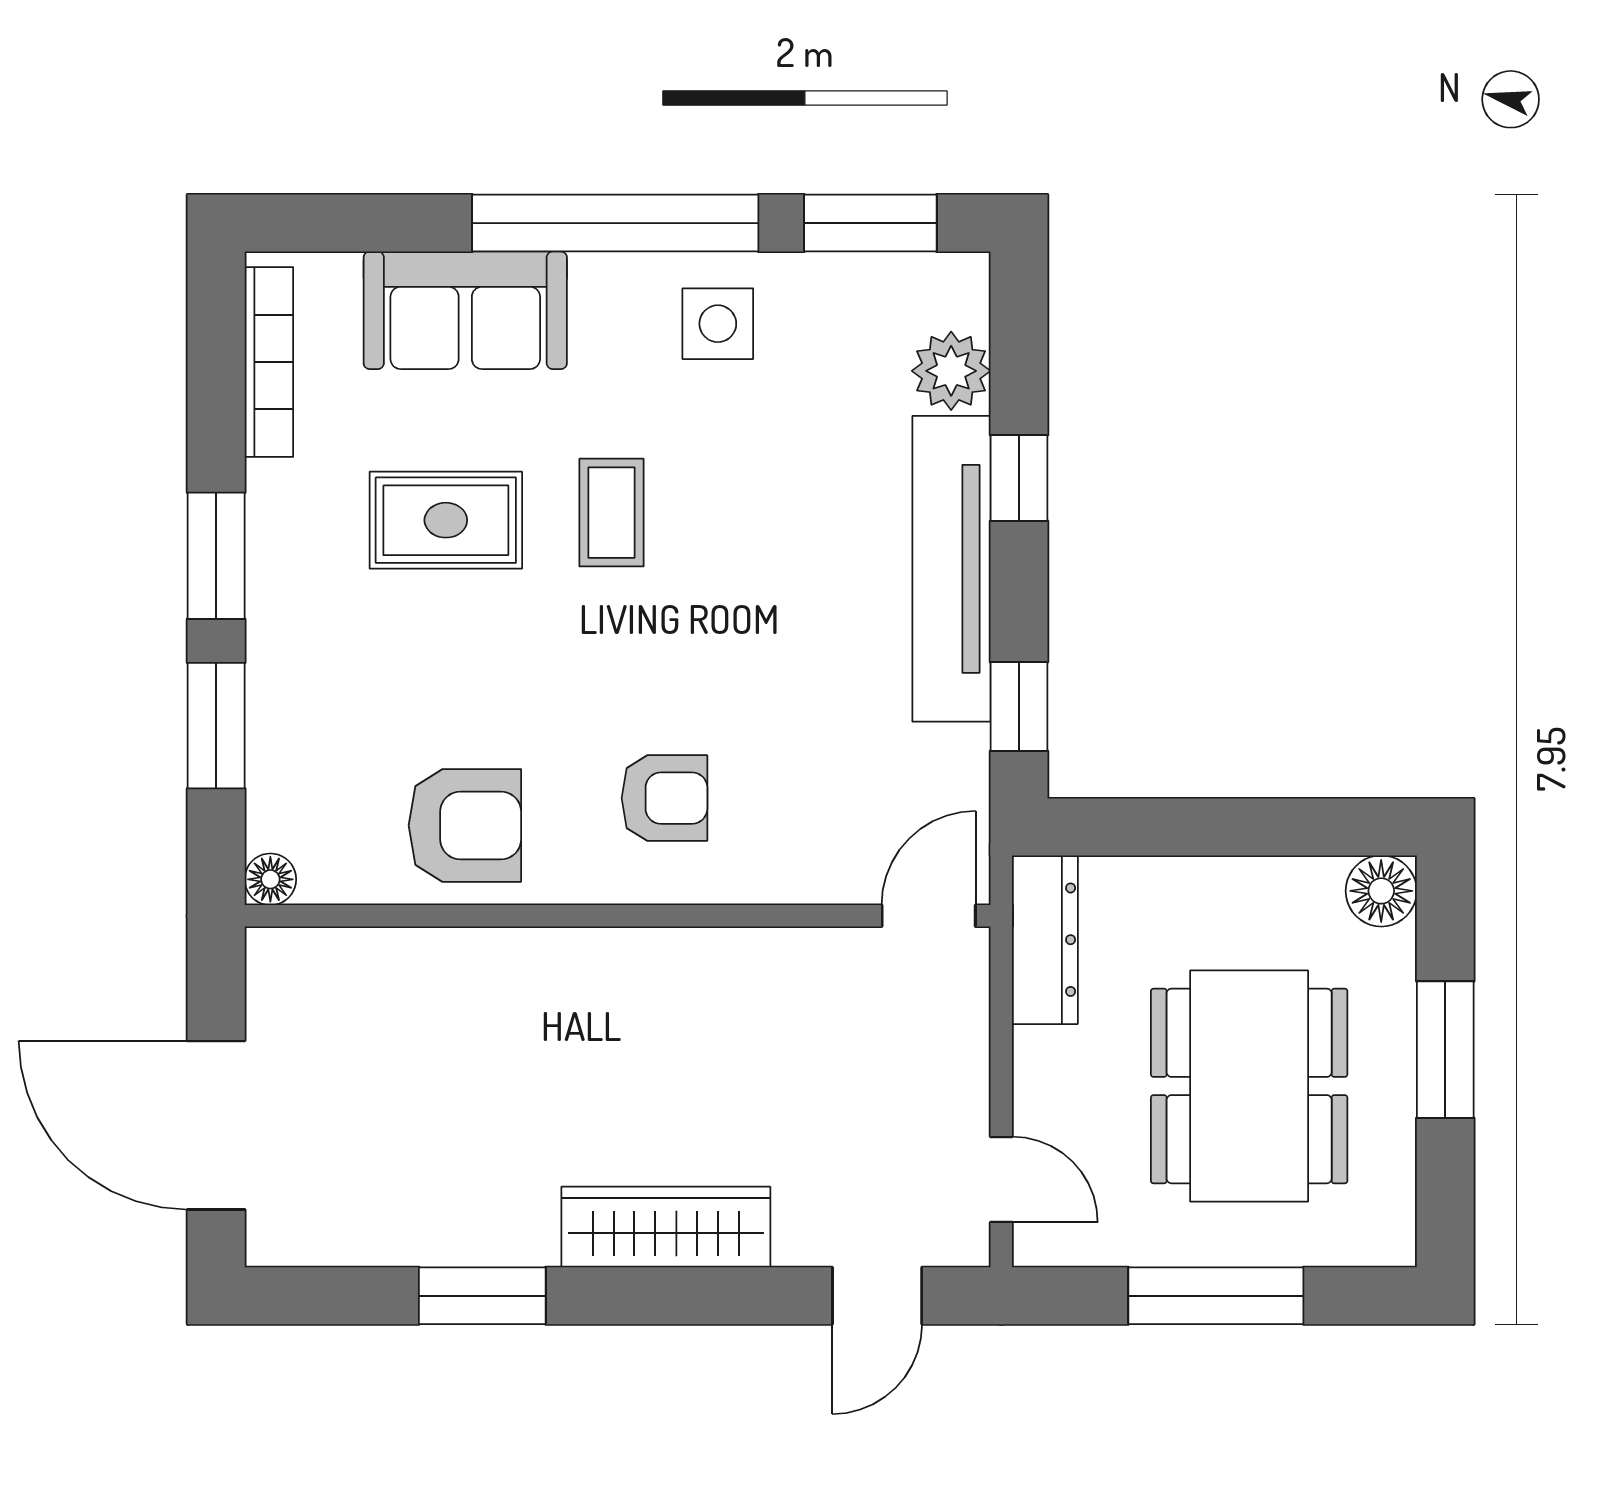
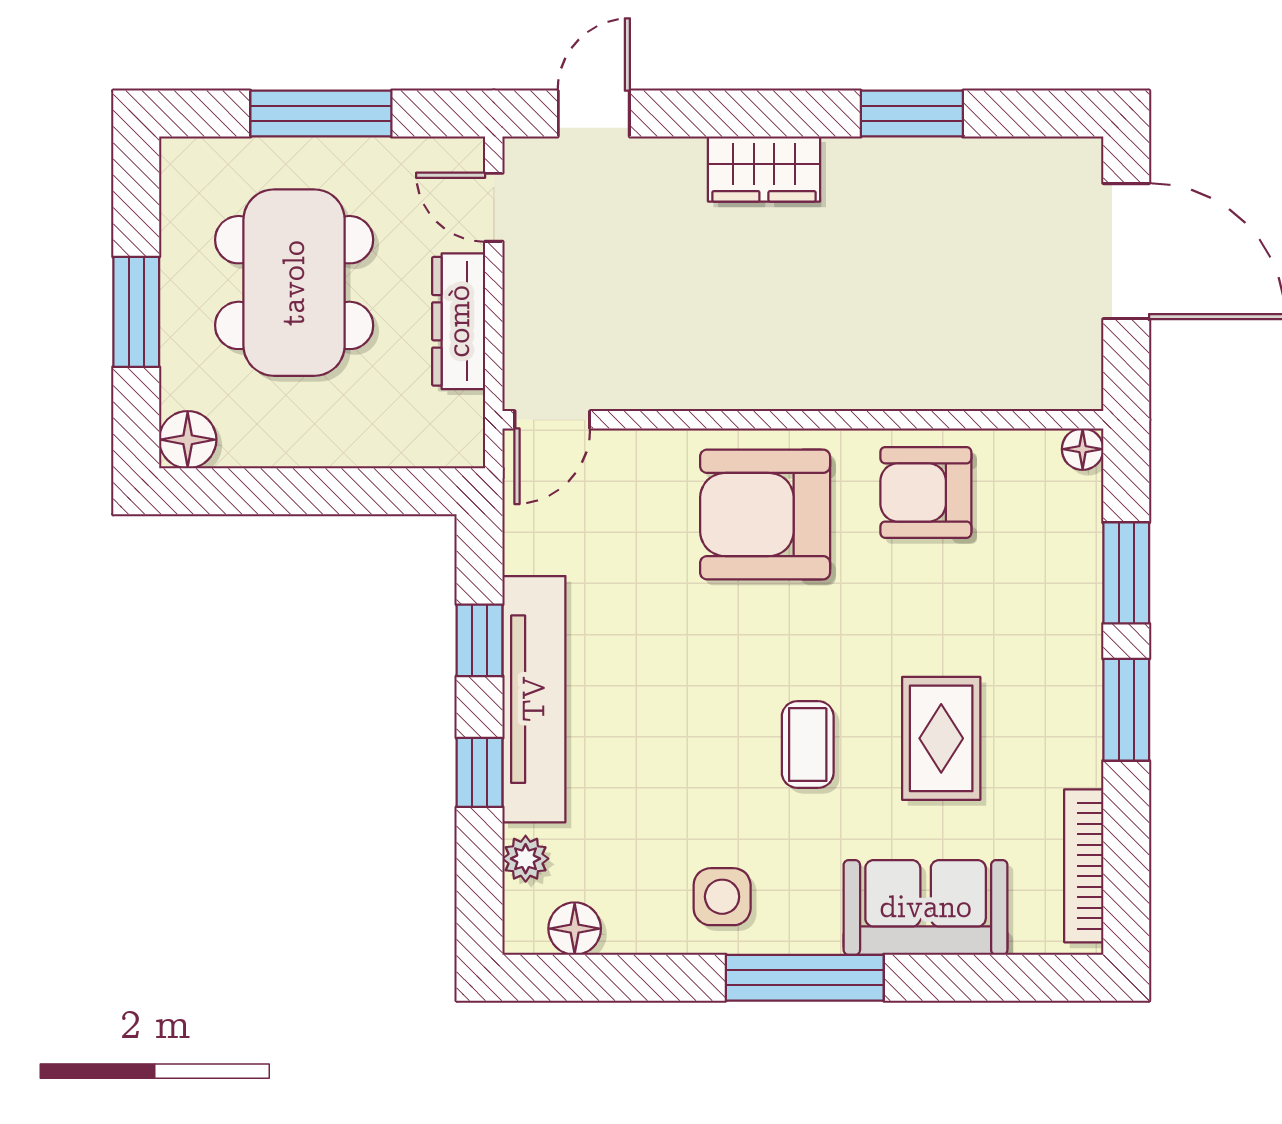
window: (615, 223) -> (805, 978), width x0.68
window: (870, 223) -> (599, 978), removed
floor lamp: (901, 284) -> (575, 929), added
plant: (951, 371) -> (526, 859), width x0.73, depth x0.73
rug: (446, 520) -> (941, 738), turned 90
window: (1019, 707) -> (480, 640), moved
armchair: (664, 798) -> (765, 515), width x1.88, depth x1.88
dresser: (1045, 940) -> (459, 321), moved
wardrobe: (666, 1227) -> (764, 169), width x0.67

